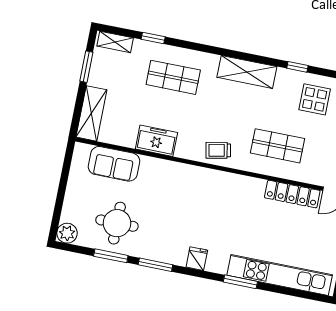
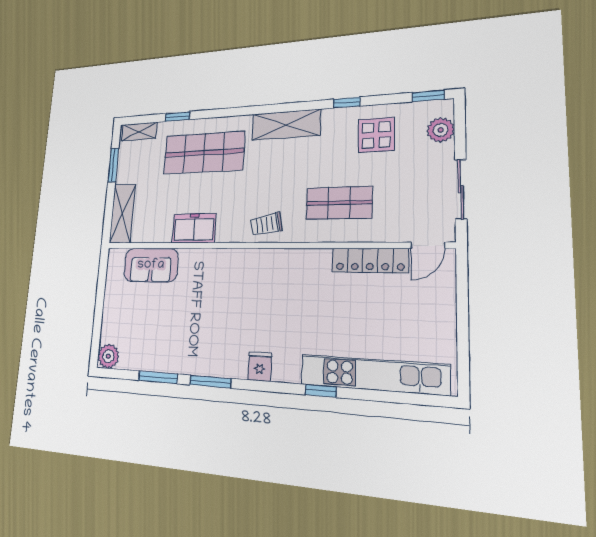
shop shelf: (173, 77) -> (204, 153), width x1.43, depth x1.36
round table: (117, 223) -> (161, 335), removed
window: (240, 282) -> (321, 391), width x0.67

